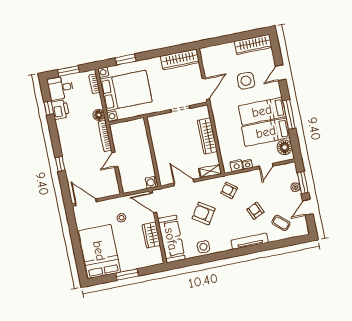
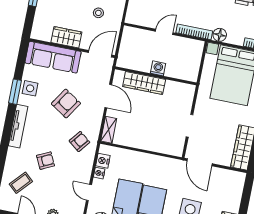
wardrobe: (207, 136) -> (144, 83), moved, turned 180
door: (115, 160) -> (164, 32), hinge flipped
washing machine: (152, 182) -> (158, 68), moved
door: (184, 183) -> (108, 96), hinge flipped
tv unit: (250, 241) -> (18, 126), moved
window: (211, 258) -> (15, 92), added

